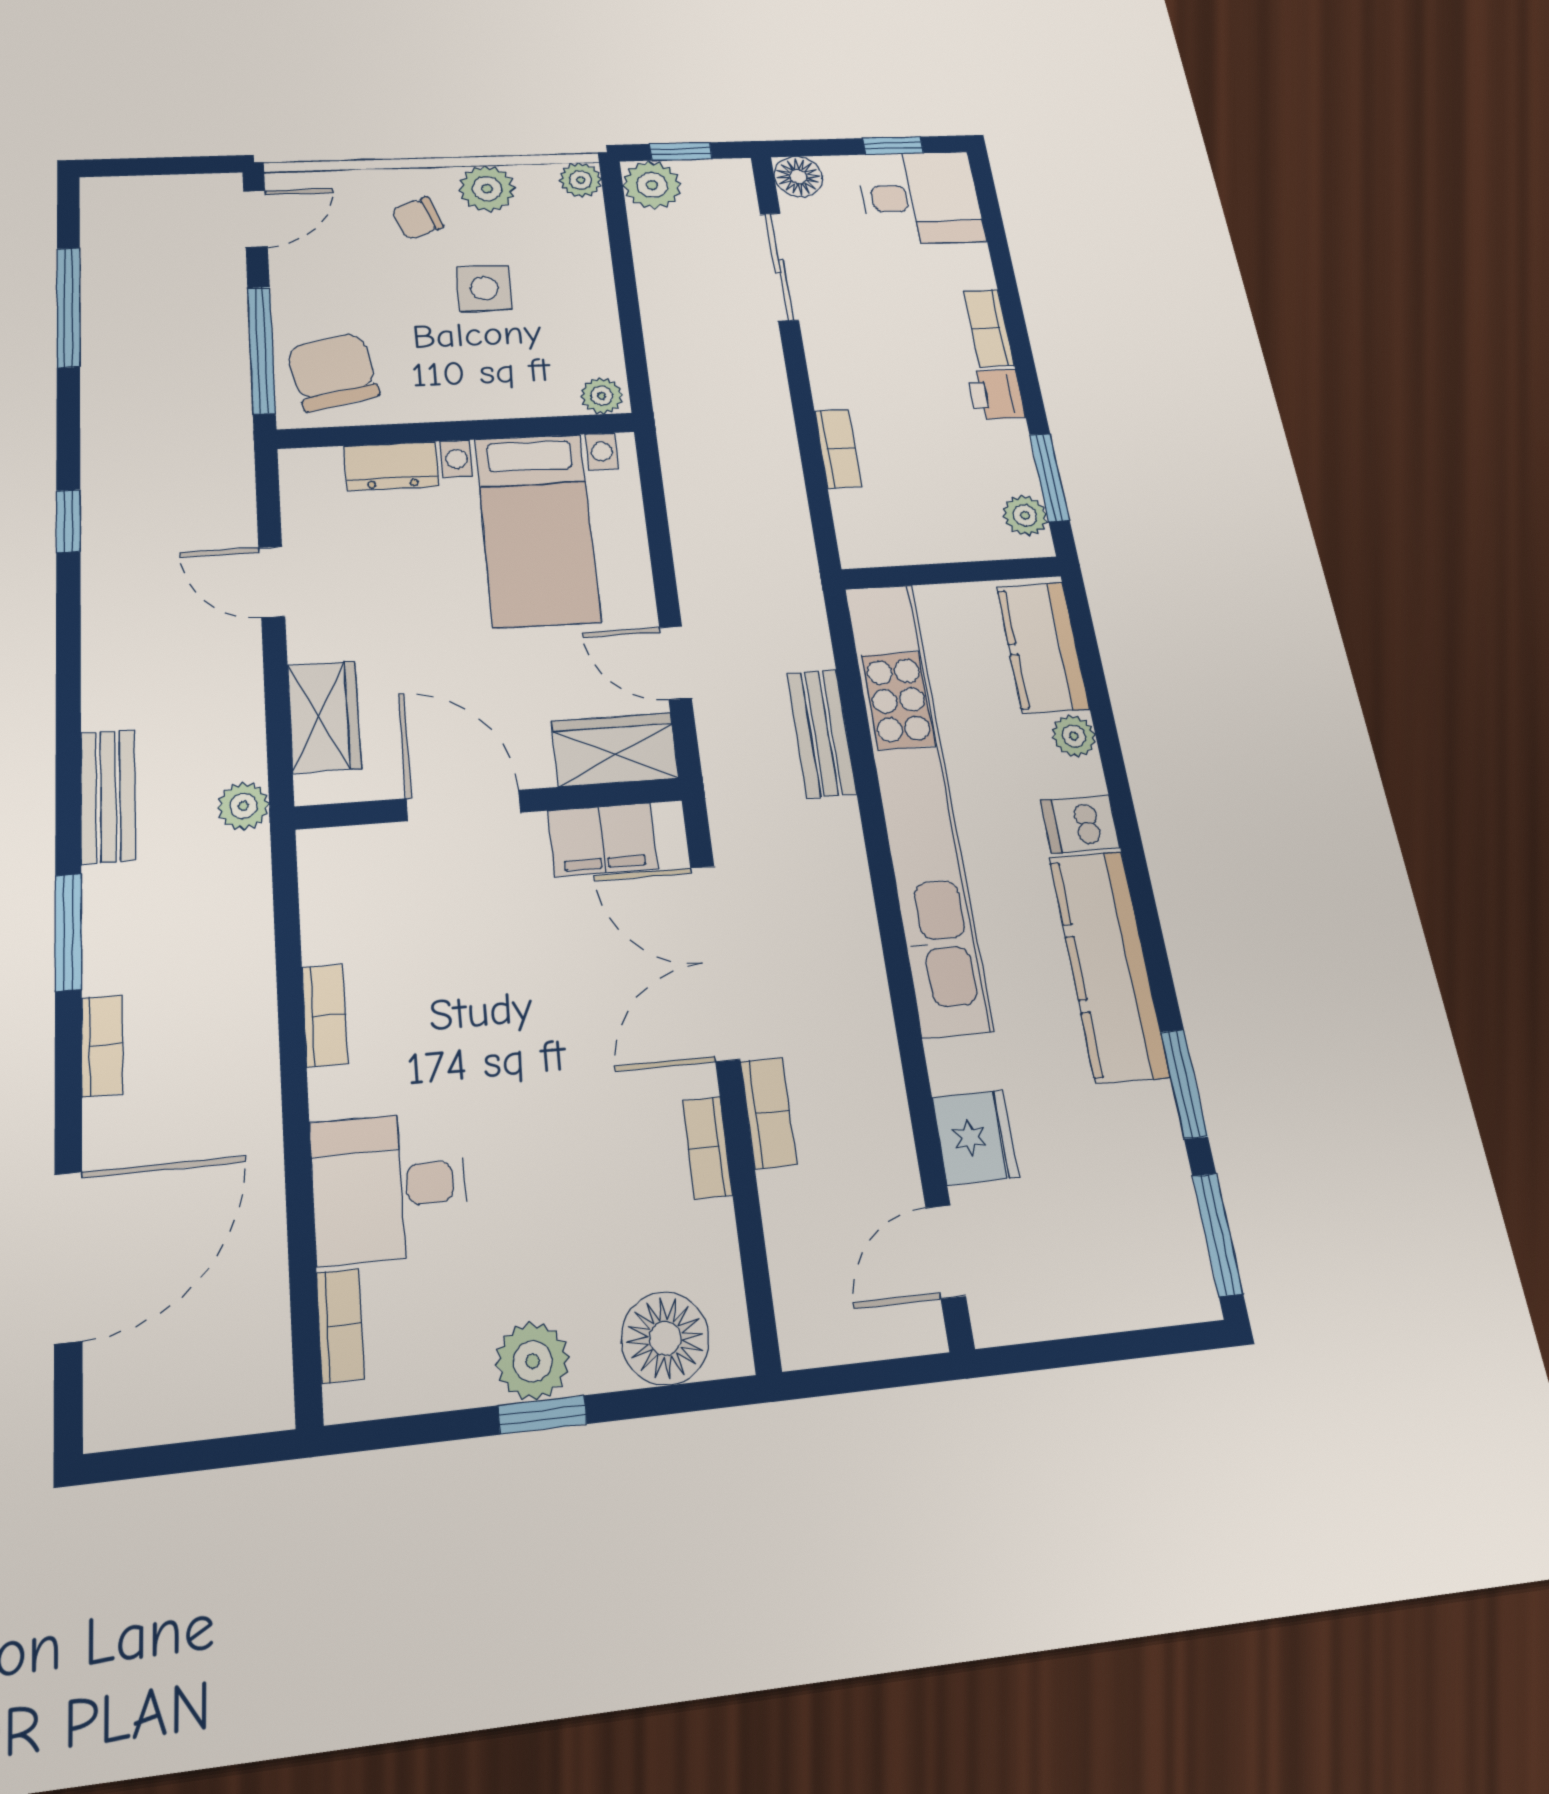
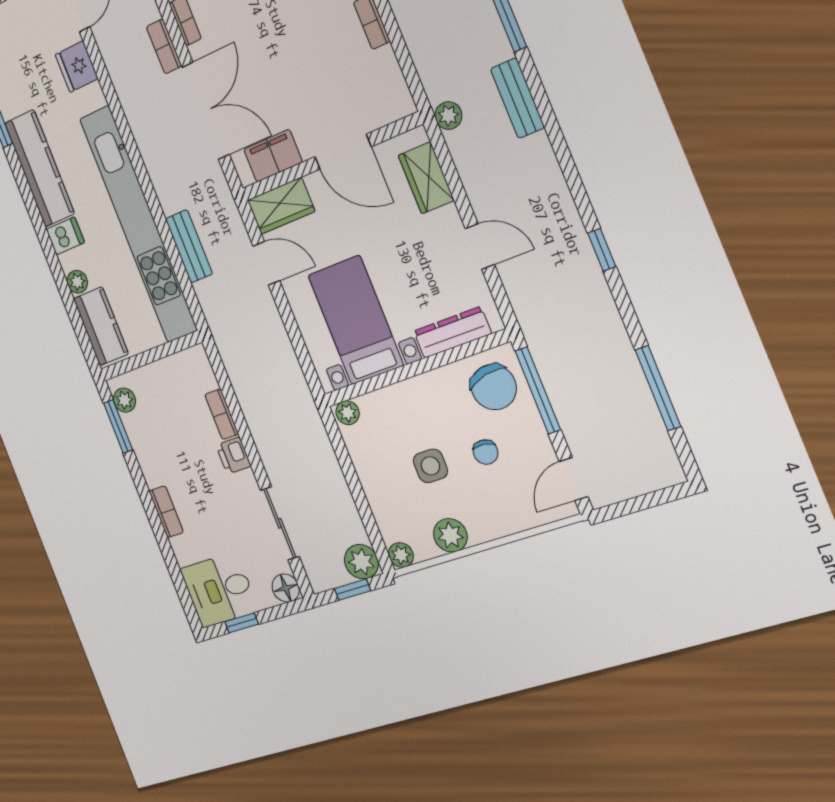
chair: (417, 218) -> (486, 452), moved, turned 116
printer: (996, 394) -> (233, 456), moved, turned 180
dresser: (392, 466) -> (452, 332), width x1.44

